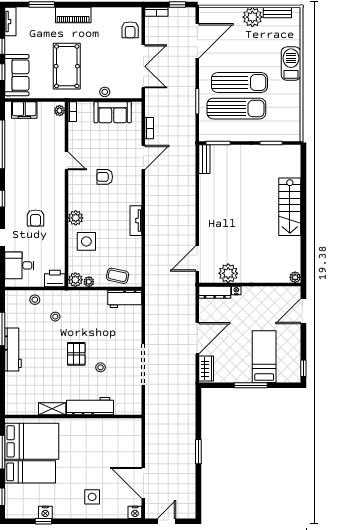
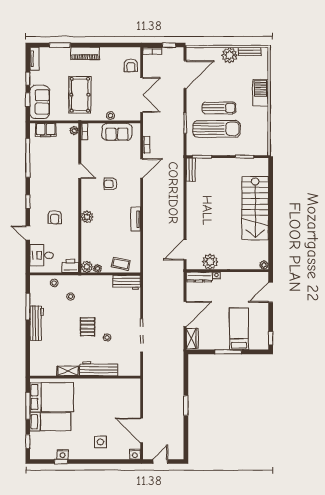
sun lounger: (239, 83) -> (219, 108), width x0.73, depth x0.75
stairs: (290, 207) -> (255, 208), width x1.36, depth x1.51
side table: (86, 241) -> (96, 236), removed

